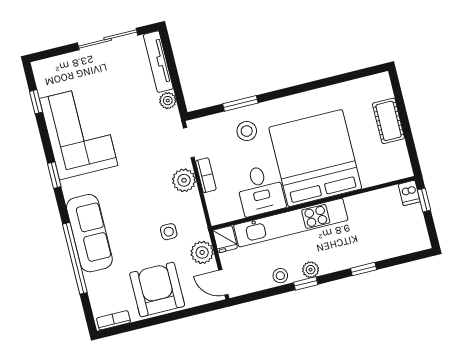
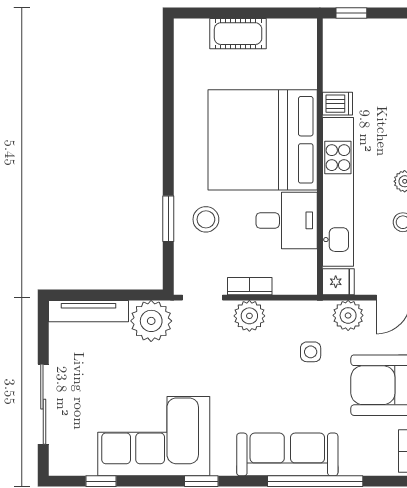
sliding door: (108, 39) -> (43, 404), moved
plant: (168, 101) -> (151, 321), width x1.87, depth x1.87
dishwasher: (409, 193) -> (337, 104), moved

